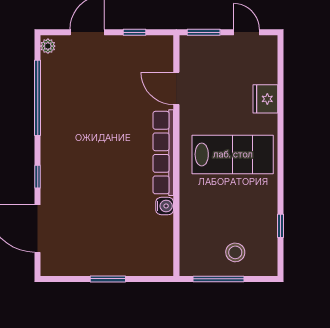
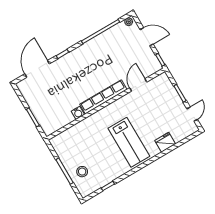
door: (176, 88) -> (138, 85), moved
row of seats: (163, 153) -> (103, 97), moved
wall: (176, 156) -> (106, 104), moved
water cooler: (165, 206) -> (78, 113), moved

